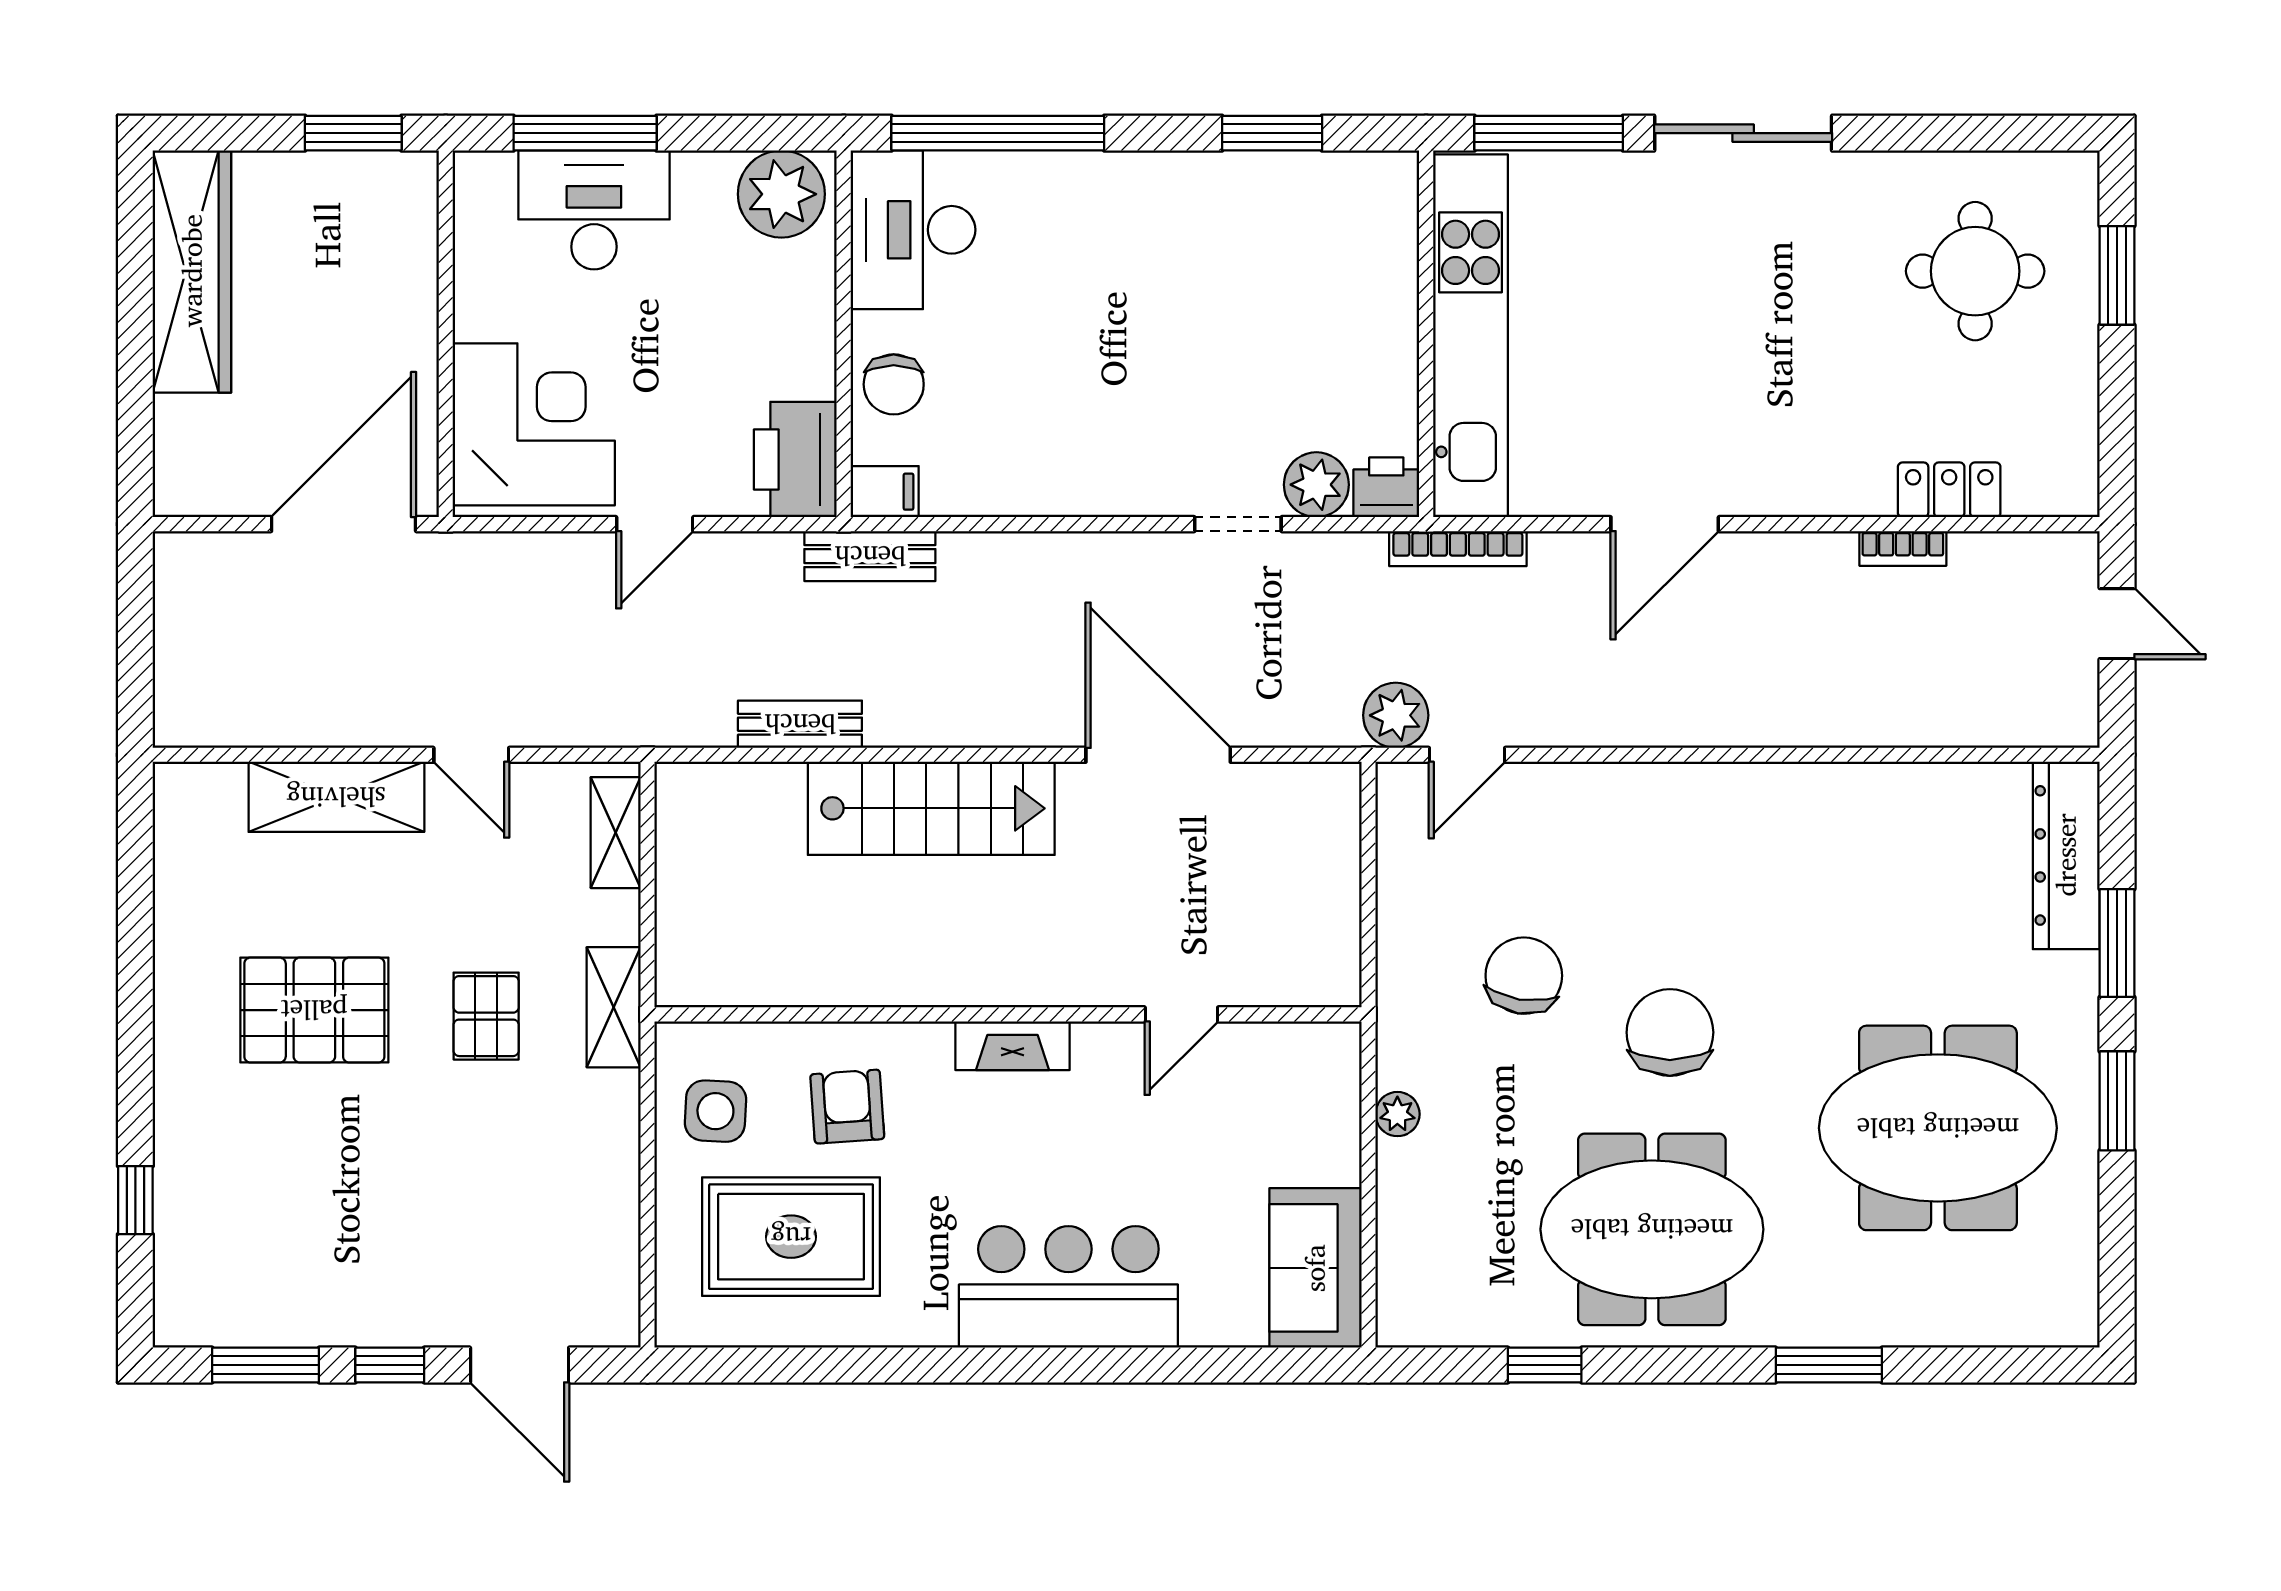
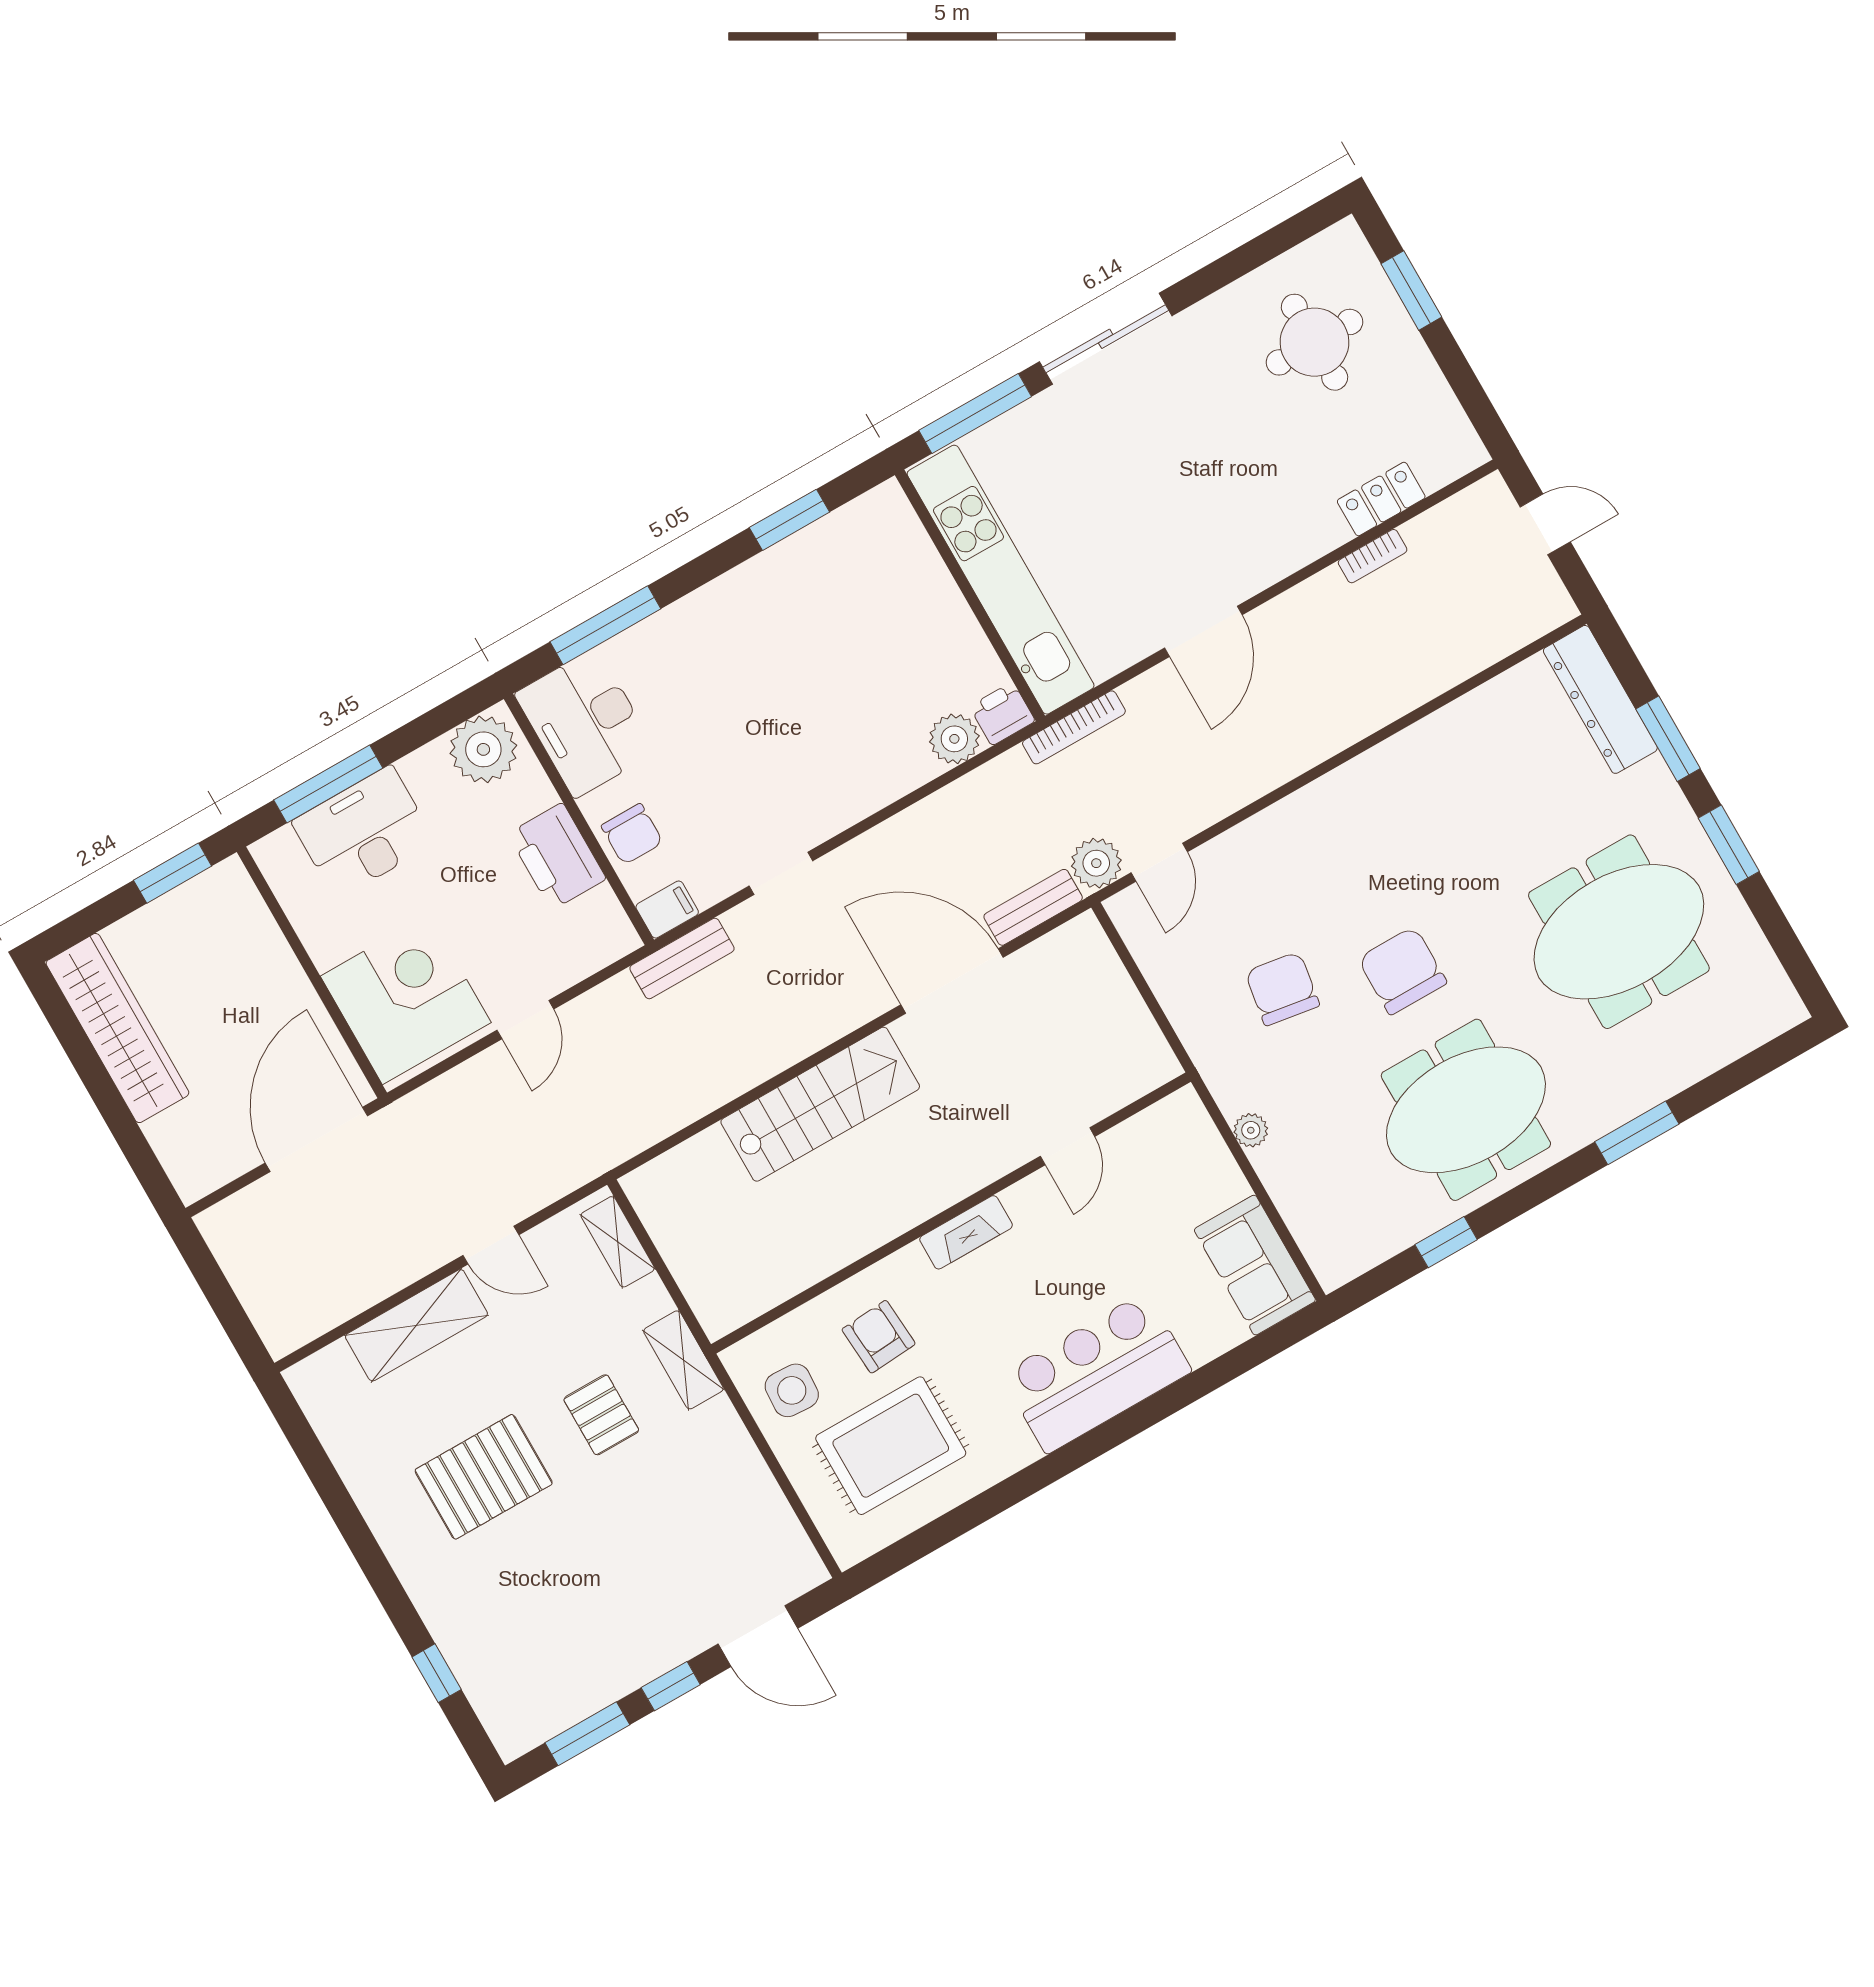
window: (998, 133) -> (605, 625), width x0.68
printer: (795, 459) -> (557, 856), moved
doorway: (1238, 524) -> (781, 873), moved
bench: (800, 724) -> (1033, 907), moved

